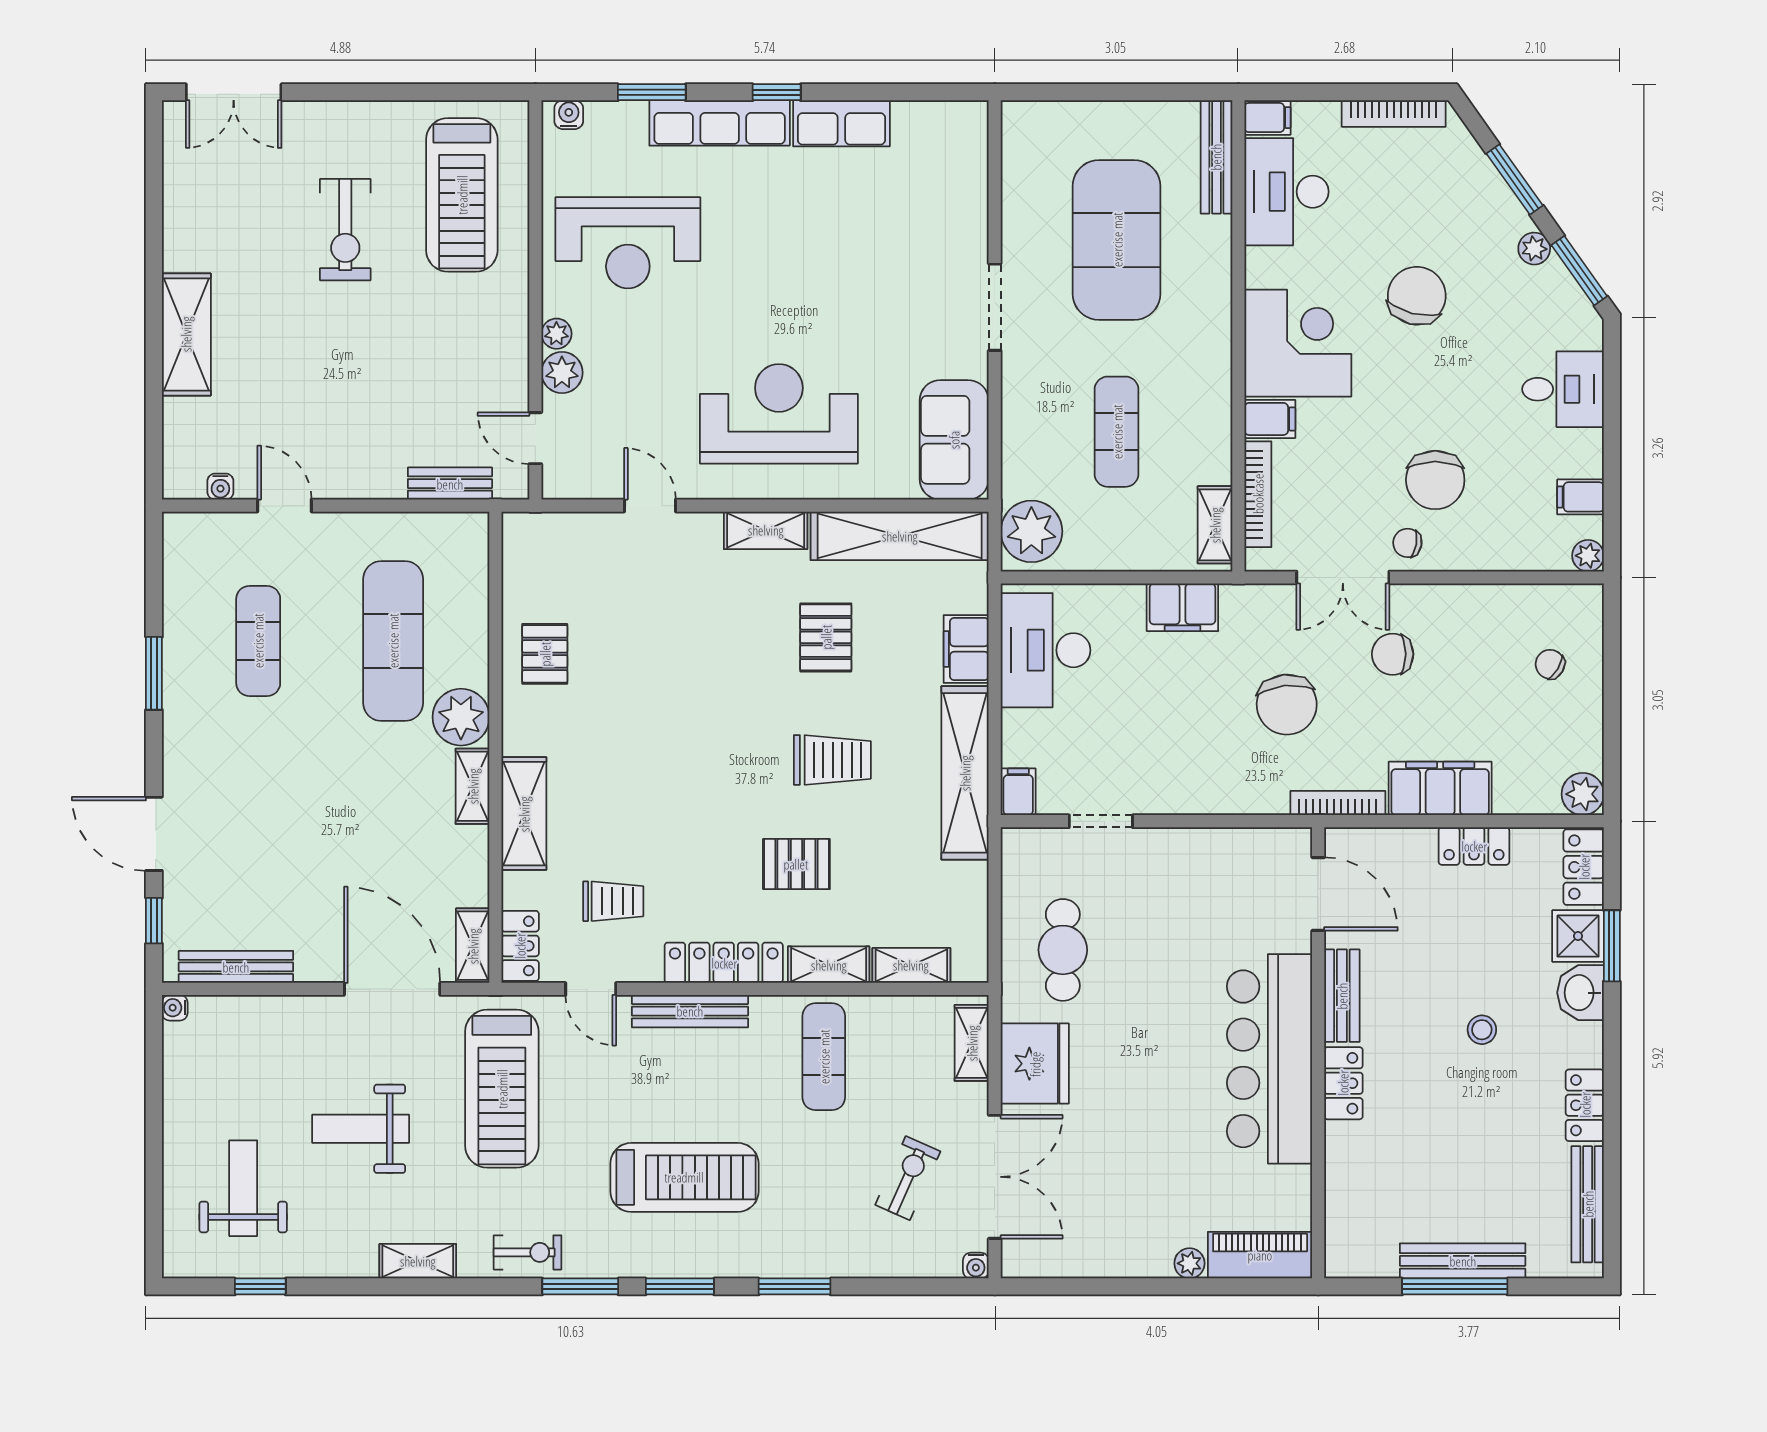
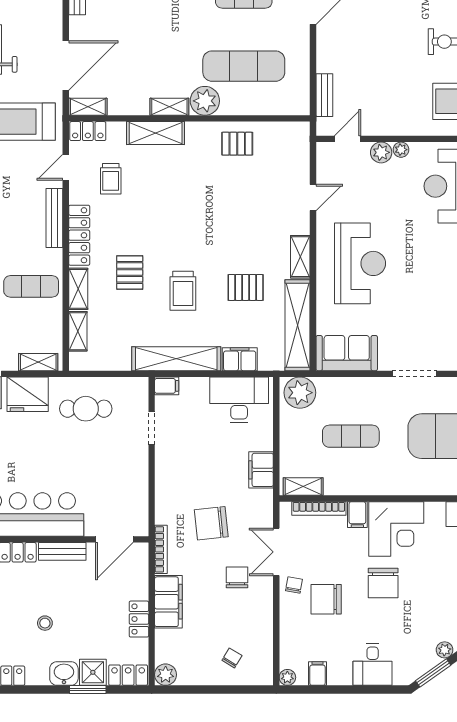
chair: (1417, 296) -> (383, 583), moved, turned 76

